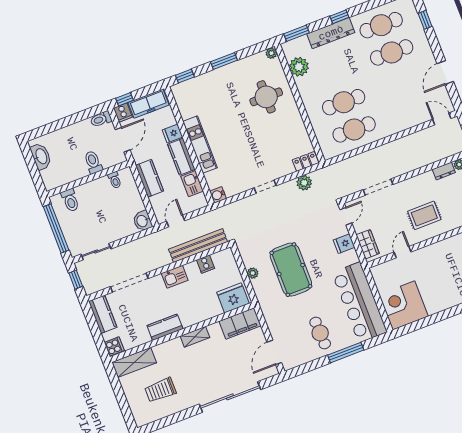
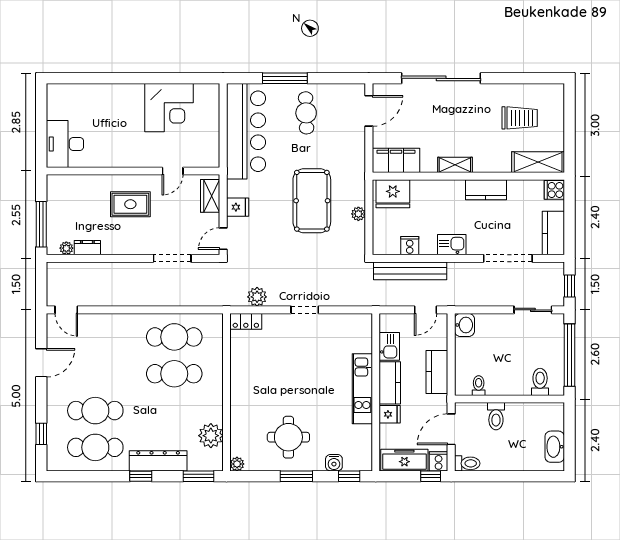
round table: (266, 97) -> (288, 437), moved
water cooler: (218, 195) -> (334, 463), moved, turned 90
corner desk: (404, 305) -> (169, 108), moved

